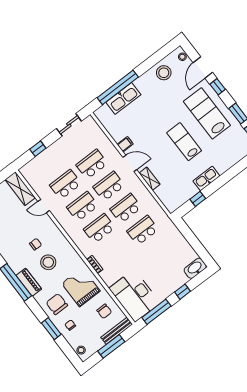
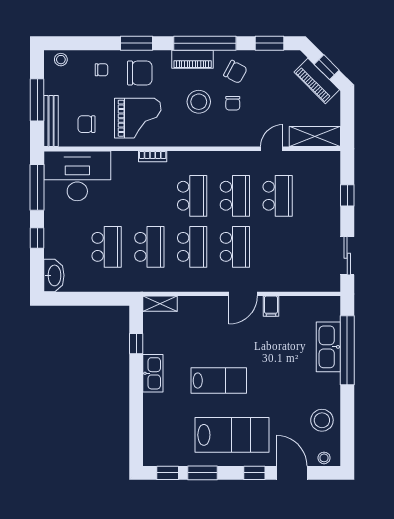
school desk: (92, 164) -> (107, 247), moved
shelving: (149, 179) -> (160, 304), moved
chair: (18, 255) -> (235, 72), added
window: (51, 329) -> (137, 43), moved

